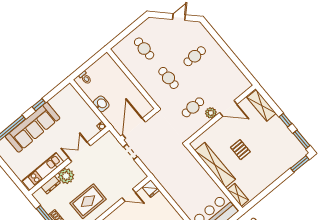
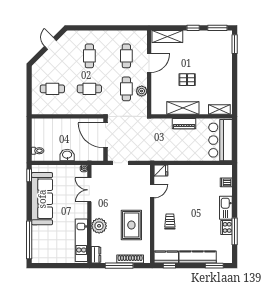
cafe table: (219, 86) -> (126, 56), added
window: (39, 105) -> (29, 175), moved
plant: (211, 113) -> (142, 91), moved
sofa: (33, 127) -> (42, 199), moved
door: (134, 128) -> (106, 135), moved
double door: (80, 152) -> (89, 190), moved
shelving: (215, 165) -> (183, 108), width x0.68
piano: (203, 176) -> (184, 124), added
dresser: (51, 185) -> (96, 255), moved

